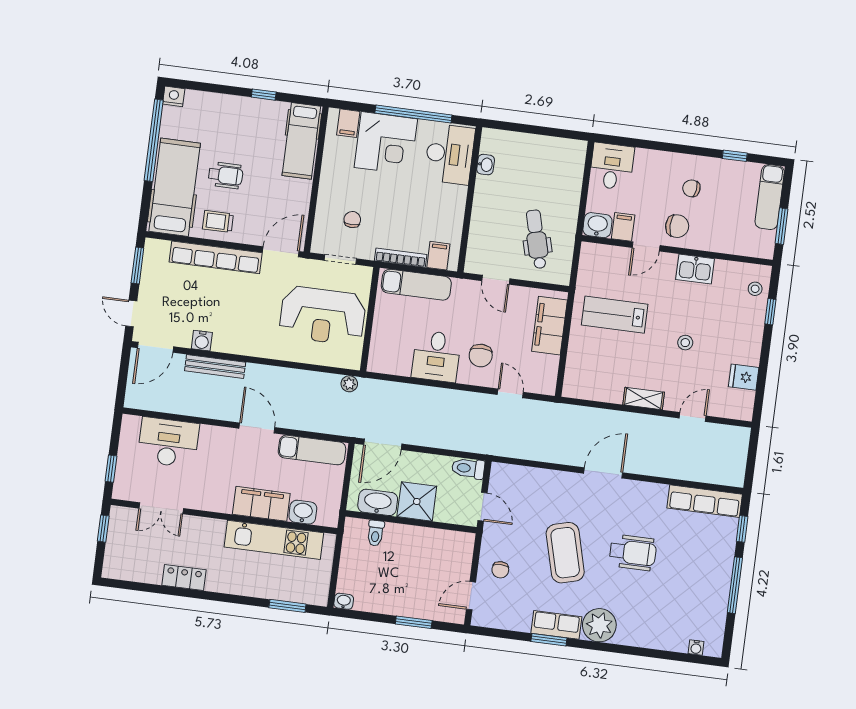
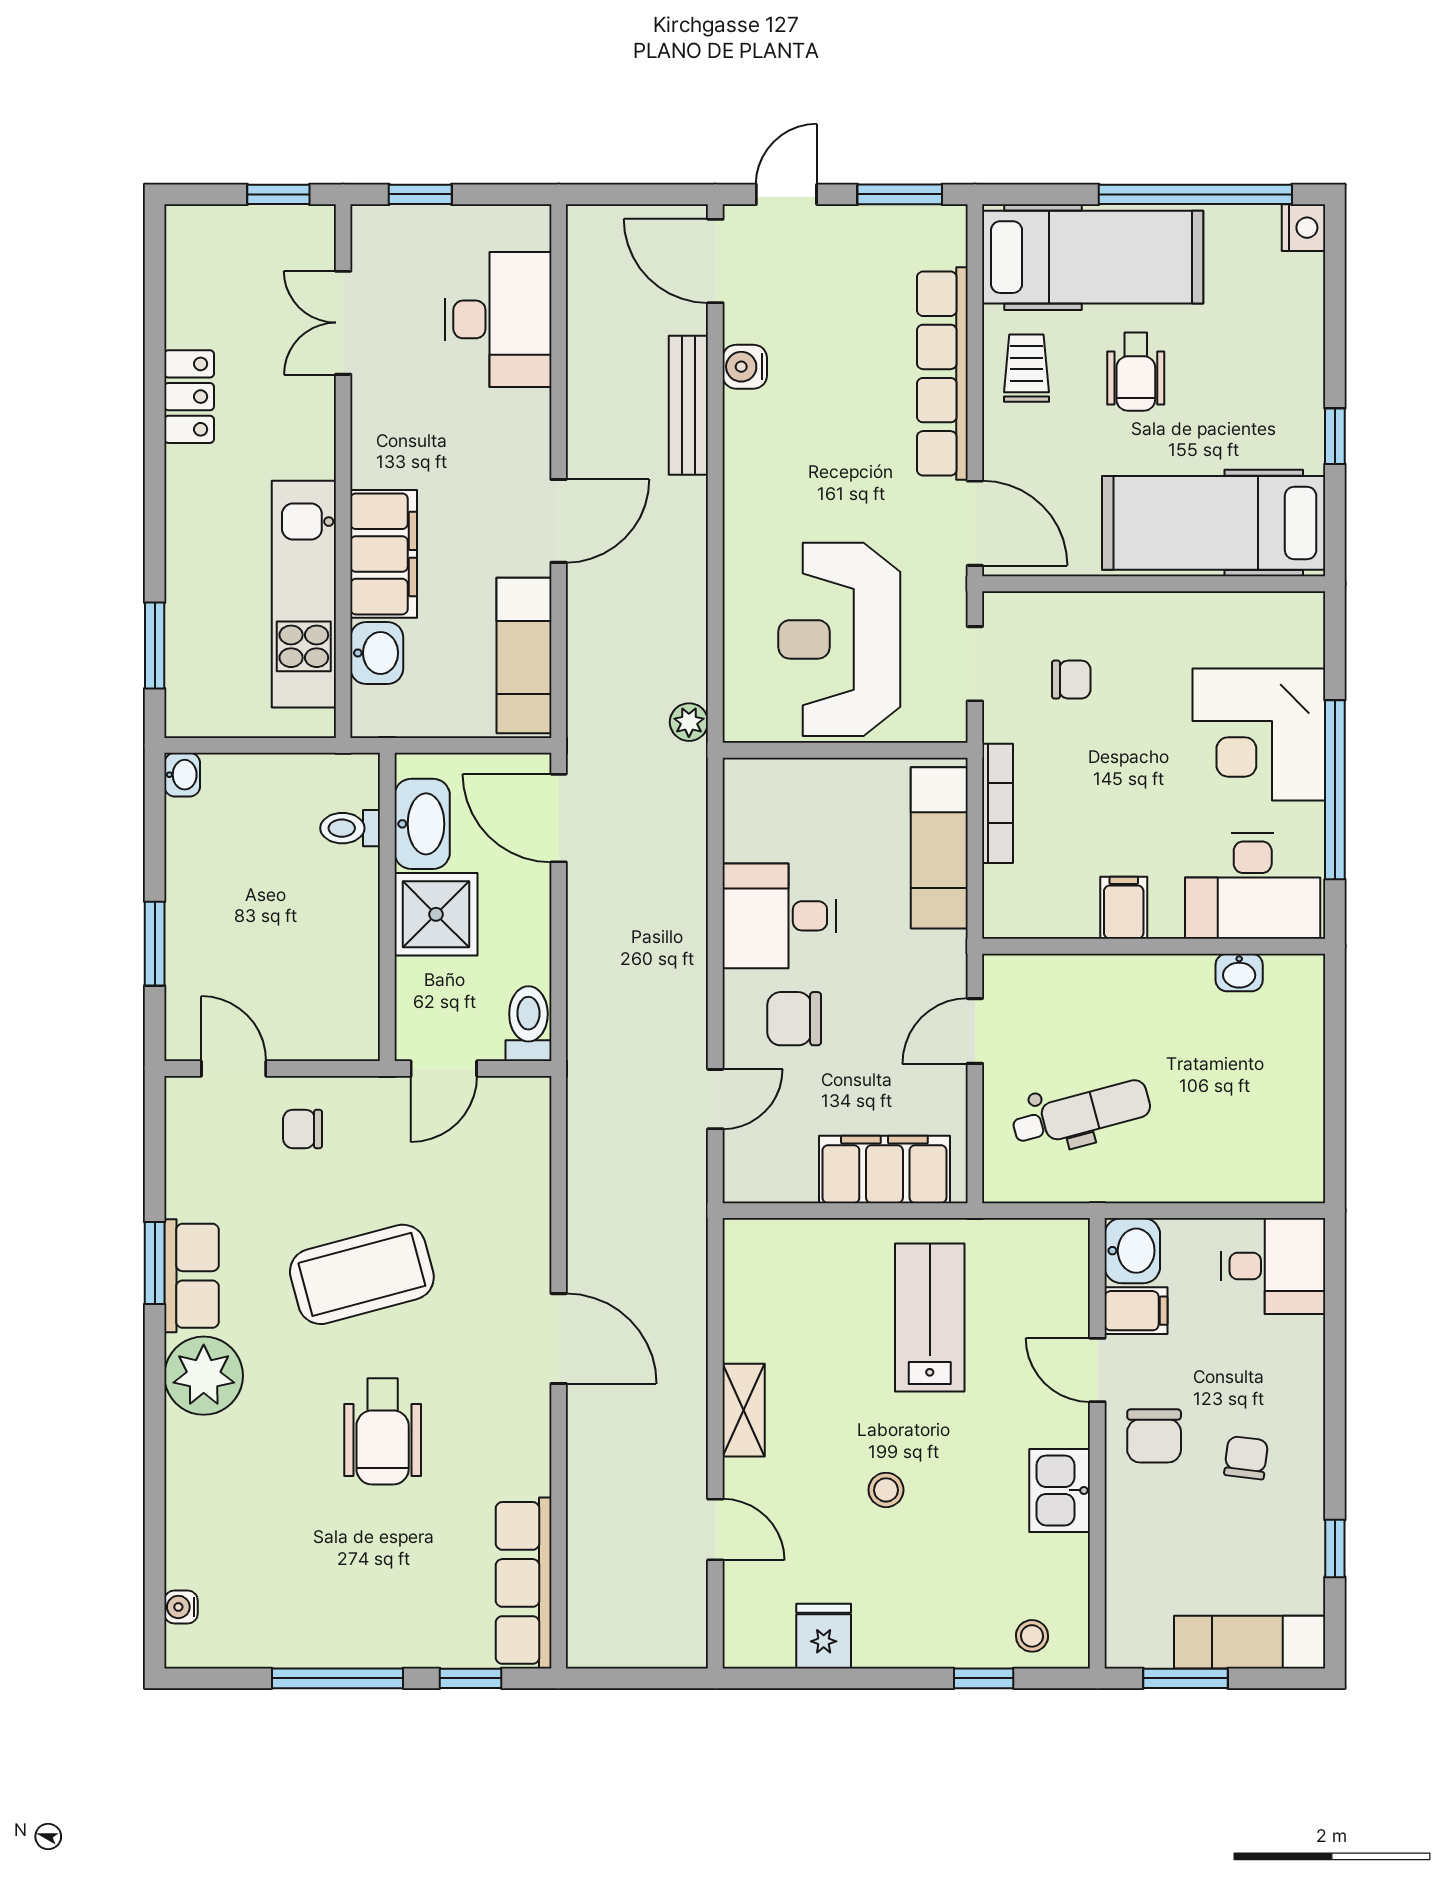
filing cabinet: (348, 123) -> (1294, 641), removed
hospital bed: (301, 141) -> (1214, 523), width x1.37, depth x1.29
filing cabinet: (438, 256) -> (1124, 908), moved, turned -90

